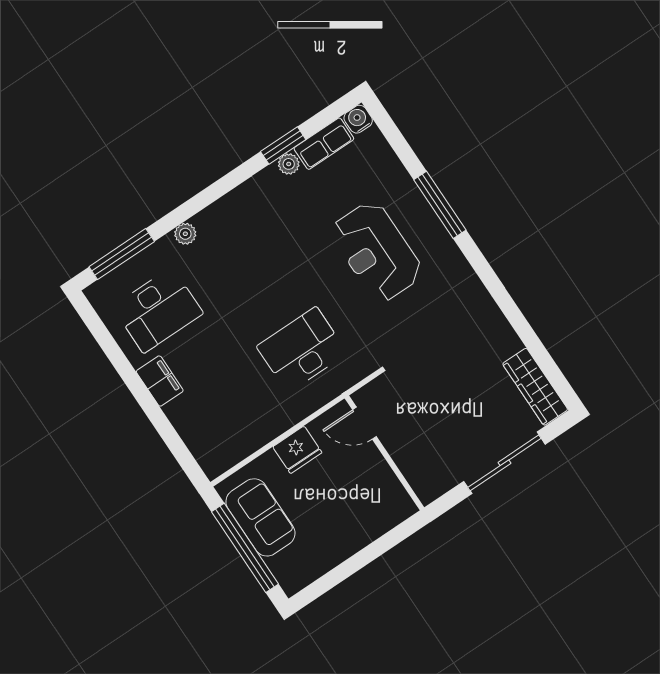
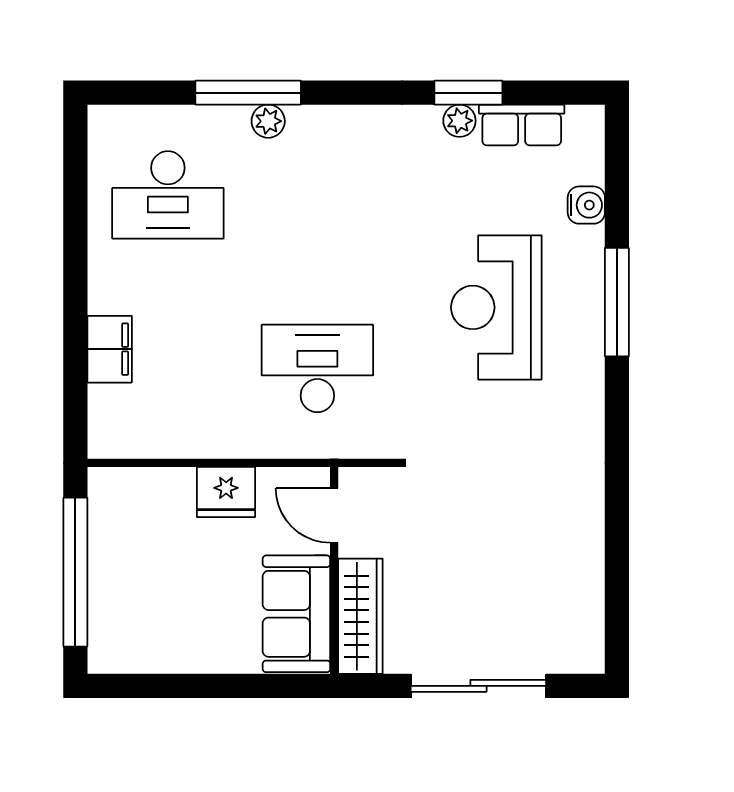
water cooler: (358, 119) -> (586, 205), moved, turned 90
window: (122, 254) -> (248, 93), moved
filing cabinet: (160, 381) -> (110, 349), moved
wardrobe: (535, 387) -> (360, 616), moved, turned 180
sofa: (260, 517) -> (296, 614), moved, turned 180

